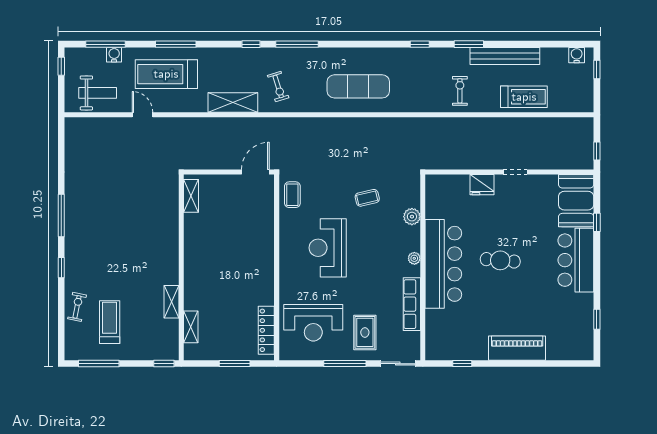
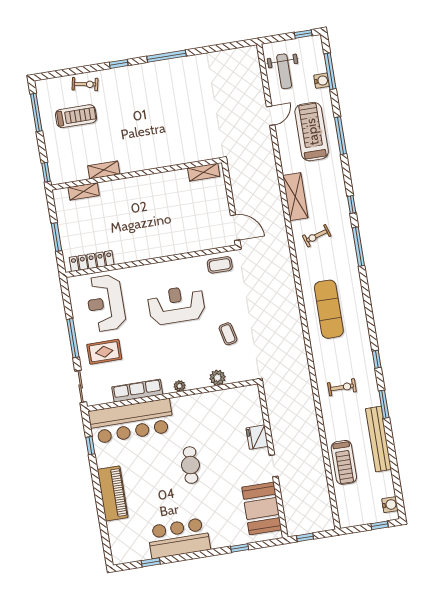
exercise bike: (460, 91) -> (342, 387), moved
booth: (576, 201) -> (262, 508), moved, turned 90
bar counter: (576, 260) -> (179, 538), moved
bar counter: (443, 264) -> (131, 421), moved

